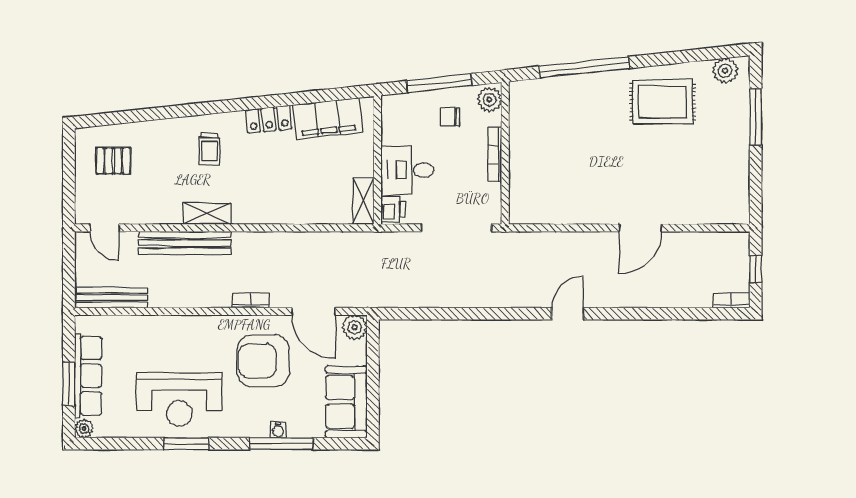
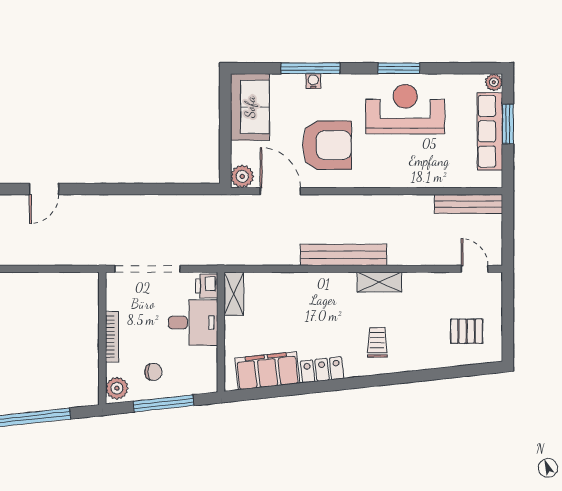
bench: (185, 243) -> (343, 255), moved
bookcase: (251, 300) -> (339, 201), removed

